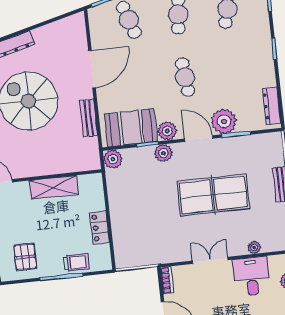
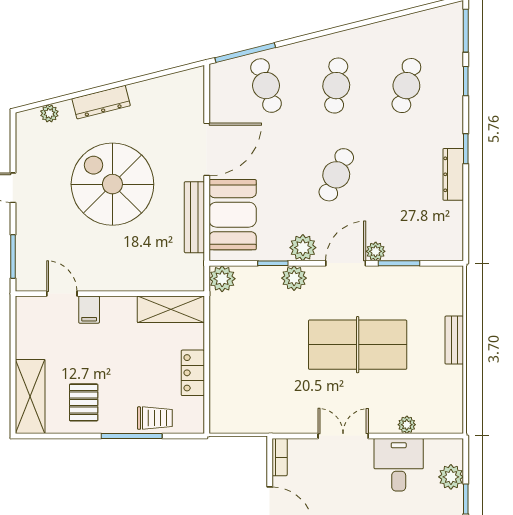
cafe table: (185, 77) -> (336, 175), turned 30
dresser: (272, 106) -> (453, 174), moved
bench: (89, 118) -> (194, 217), width x1.36
plant: (224, 121) -> (376, 251), width x0.53, depth x0.53
booth: (131, 128) -> (233, 215), moved, turned 90
door: (199, 139) -> (346, 263), hinge flipped
shelving: (54, 187) -> (171, 309), moved
filing cabinet: (22, 191) -> (89, 310), added

